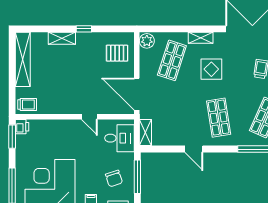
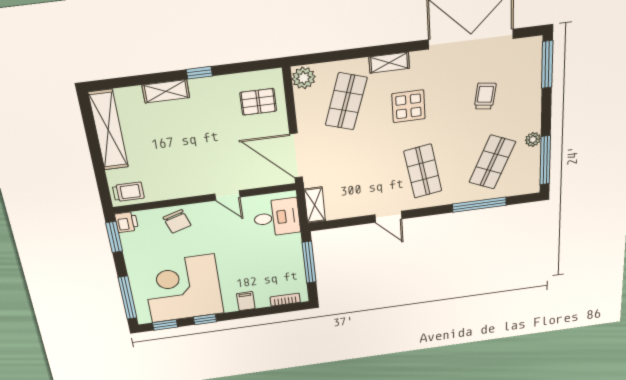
chair: (114, 178) -> (177, 221), moved

